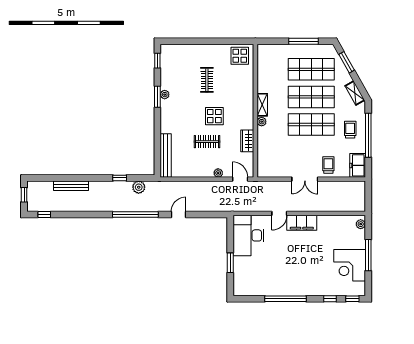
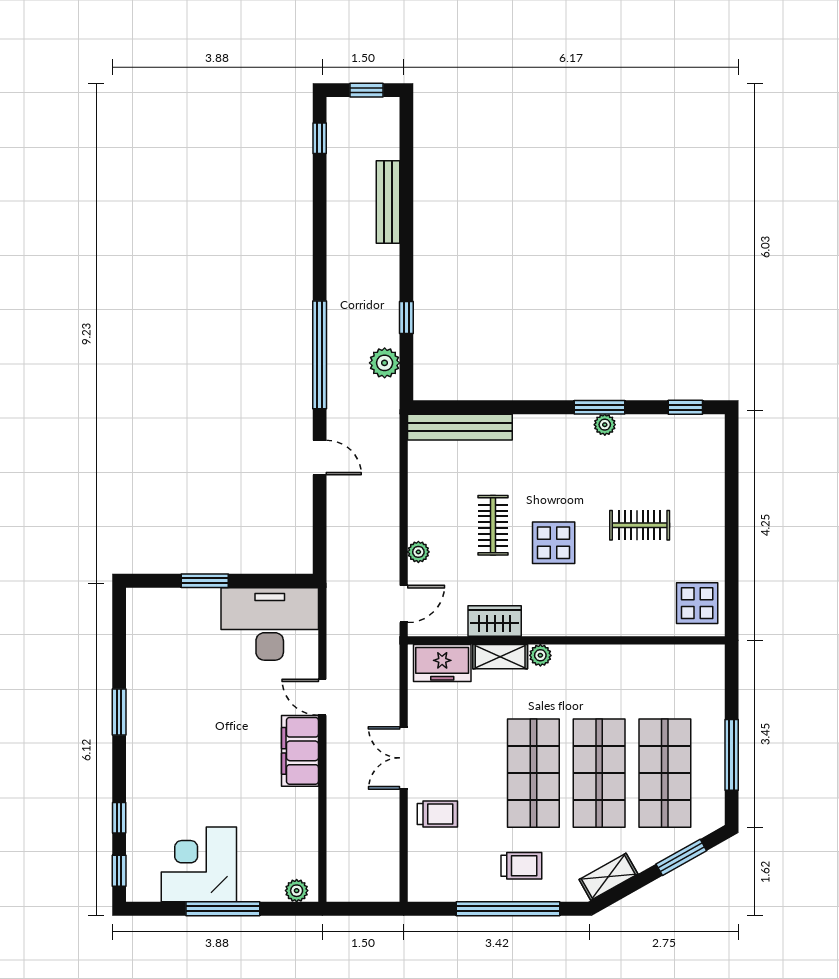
shelving: (262, 105) -> (500, 657), moved
freezer: (358, 165) -> (442, 663), moved, turned 180
window: (286, 299) -> (119, 712), width x0.47

